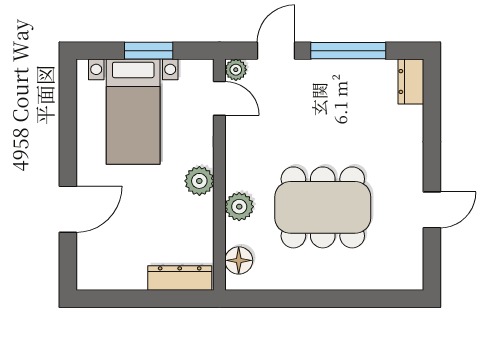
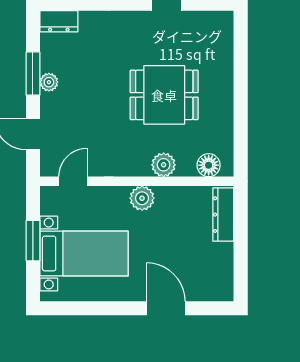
window: (348, 51) -> (33, 74), width x0.69
plant: (236, 70) -> (49, 82), moved
dining table: (323, 207) -> (164, 95), width x0.73

